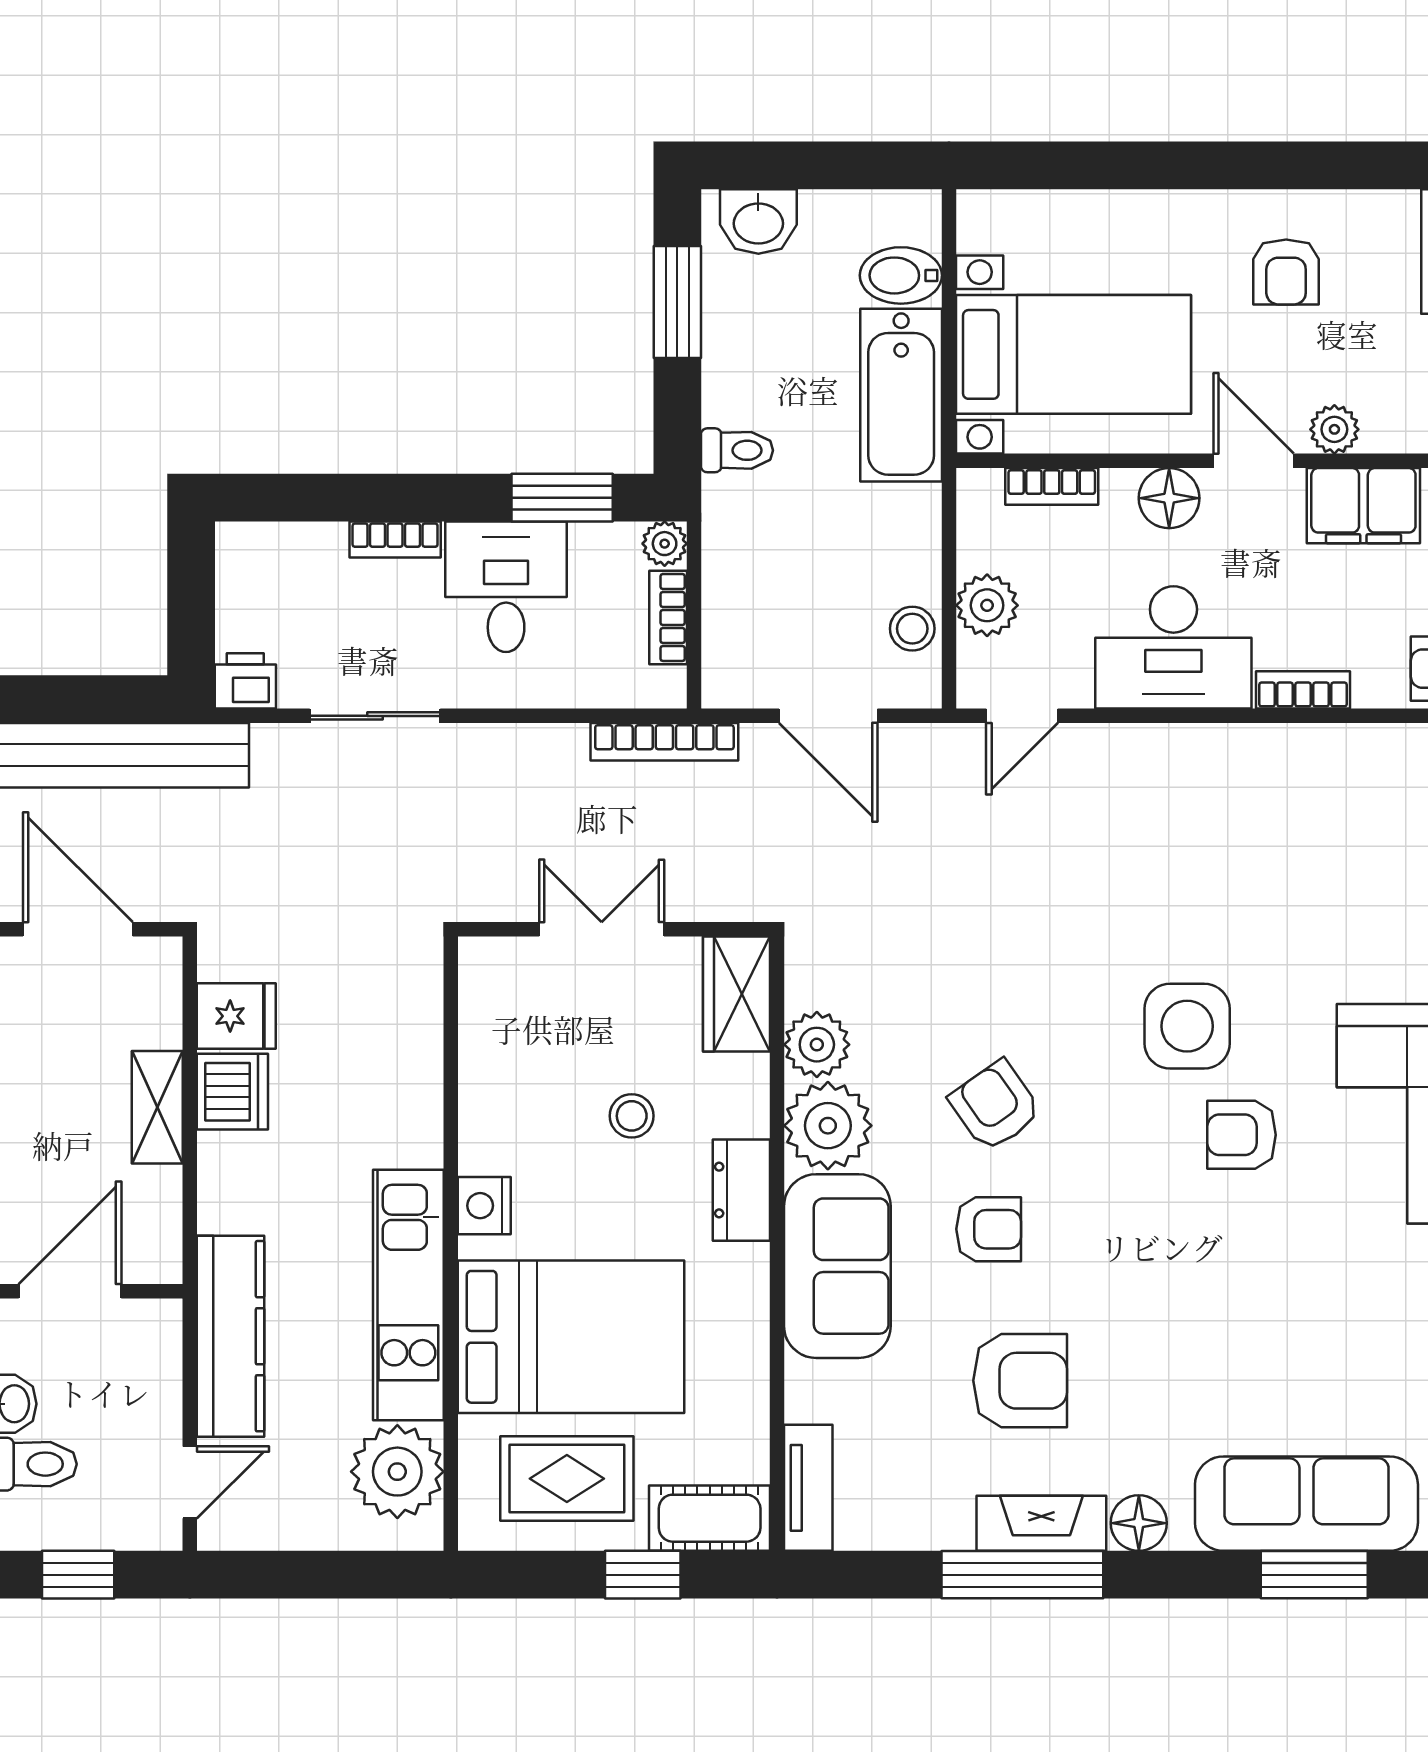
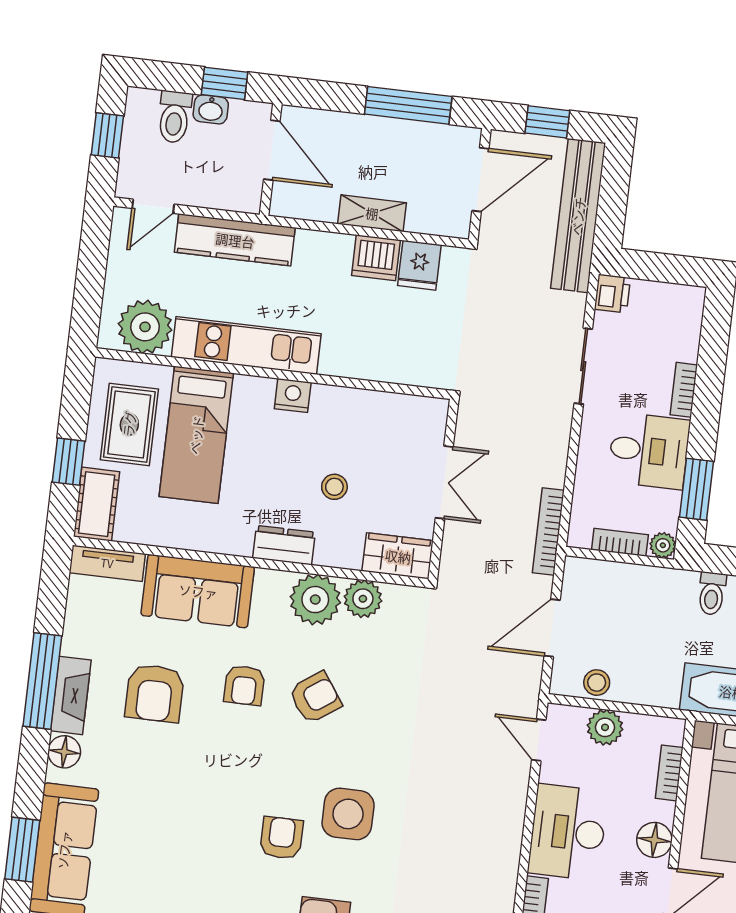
sofa: (837, 1266) -> (198, 591), moved
bed: (571, 1337) -> (196, 435), width x0.67
door: (190, 1482) -> (153, 206), hinge flipped

